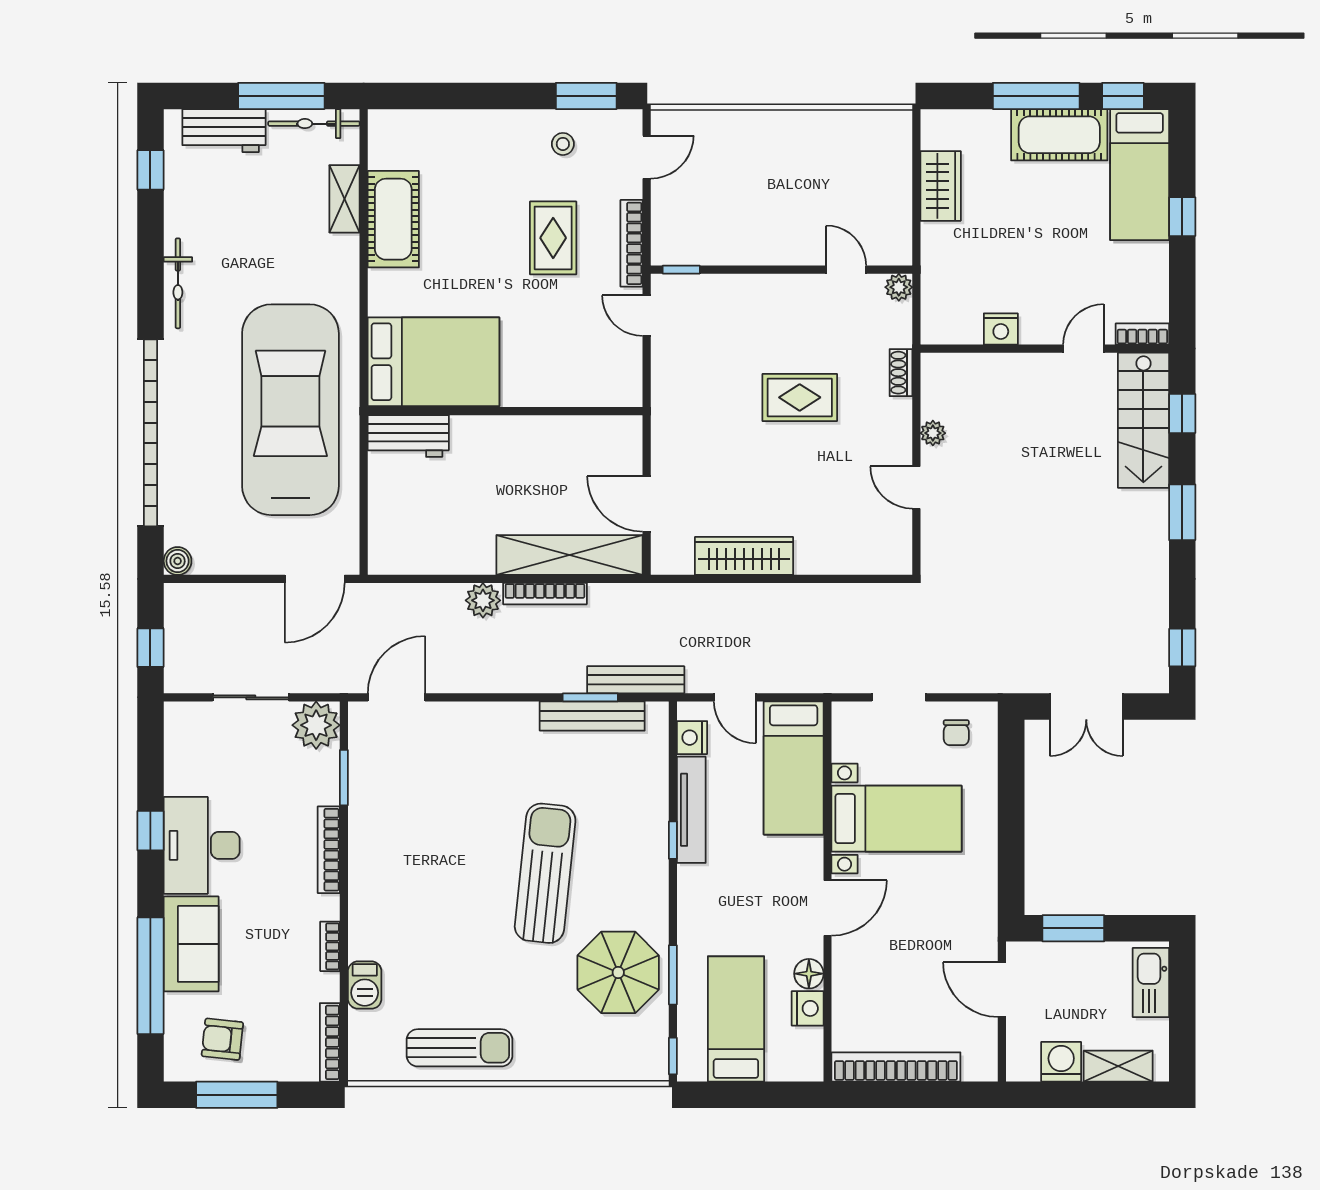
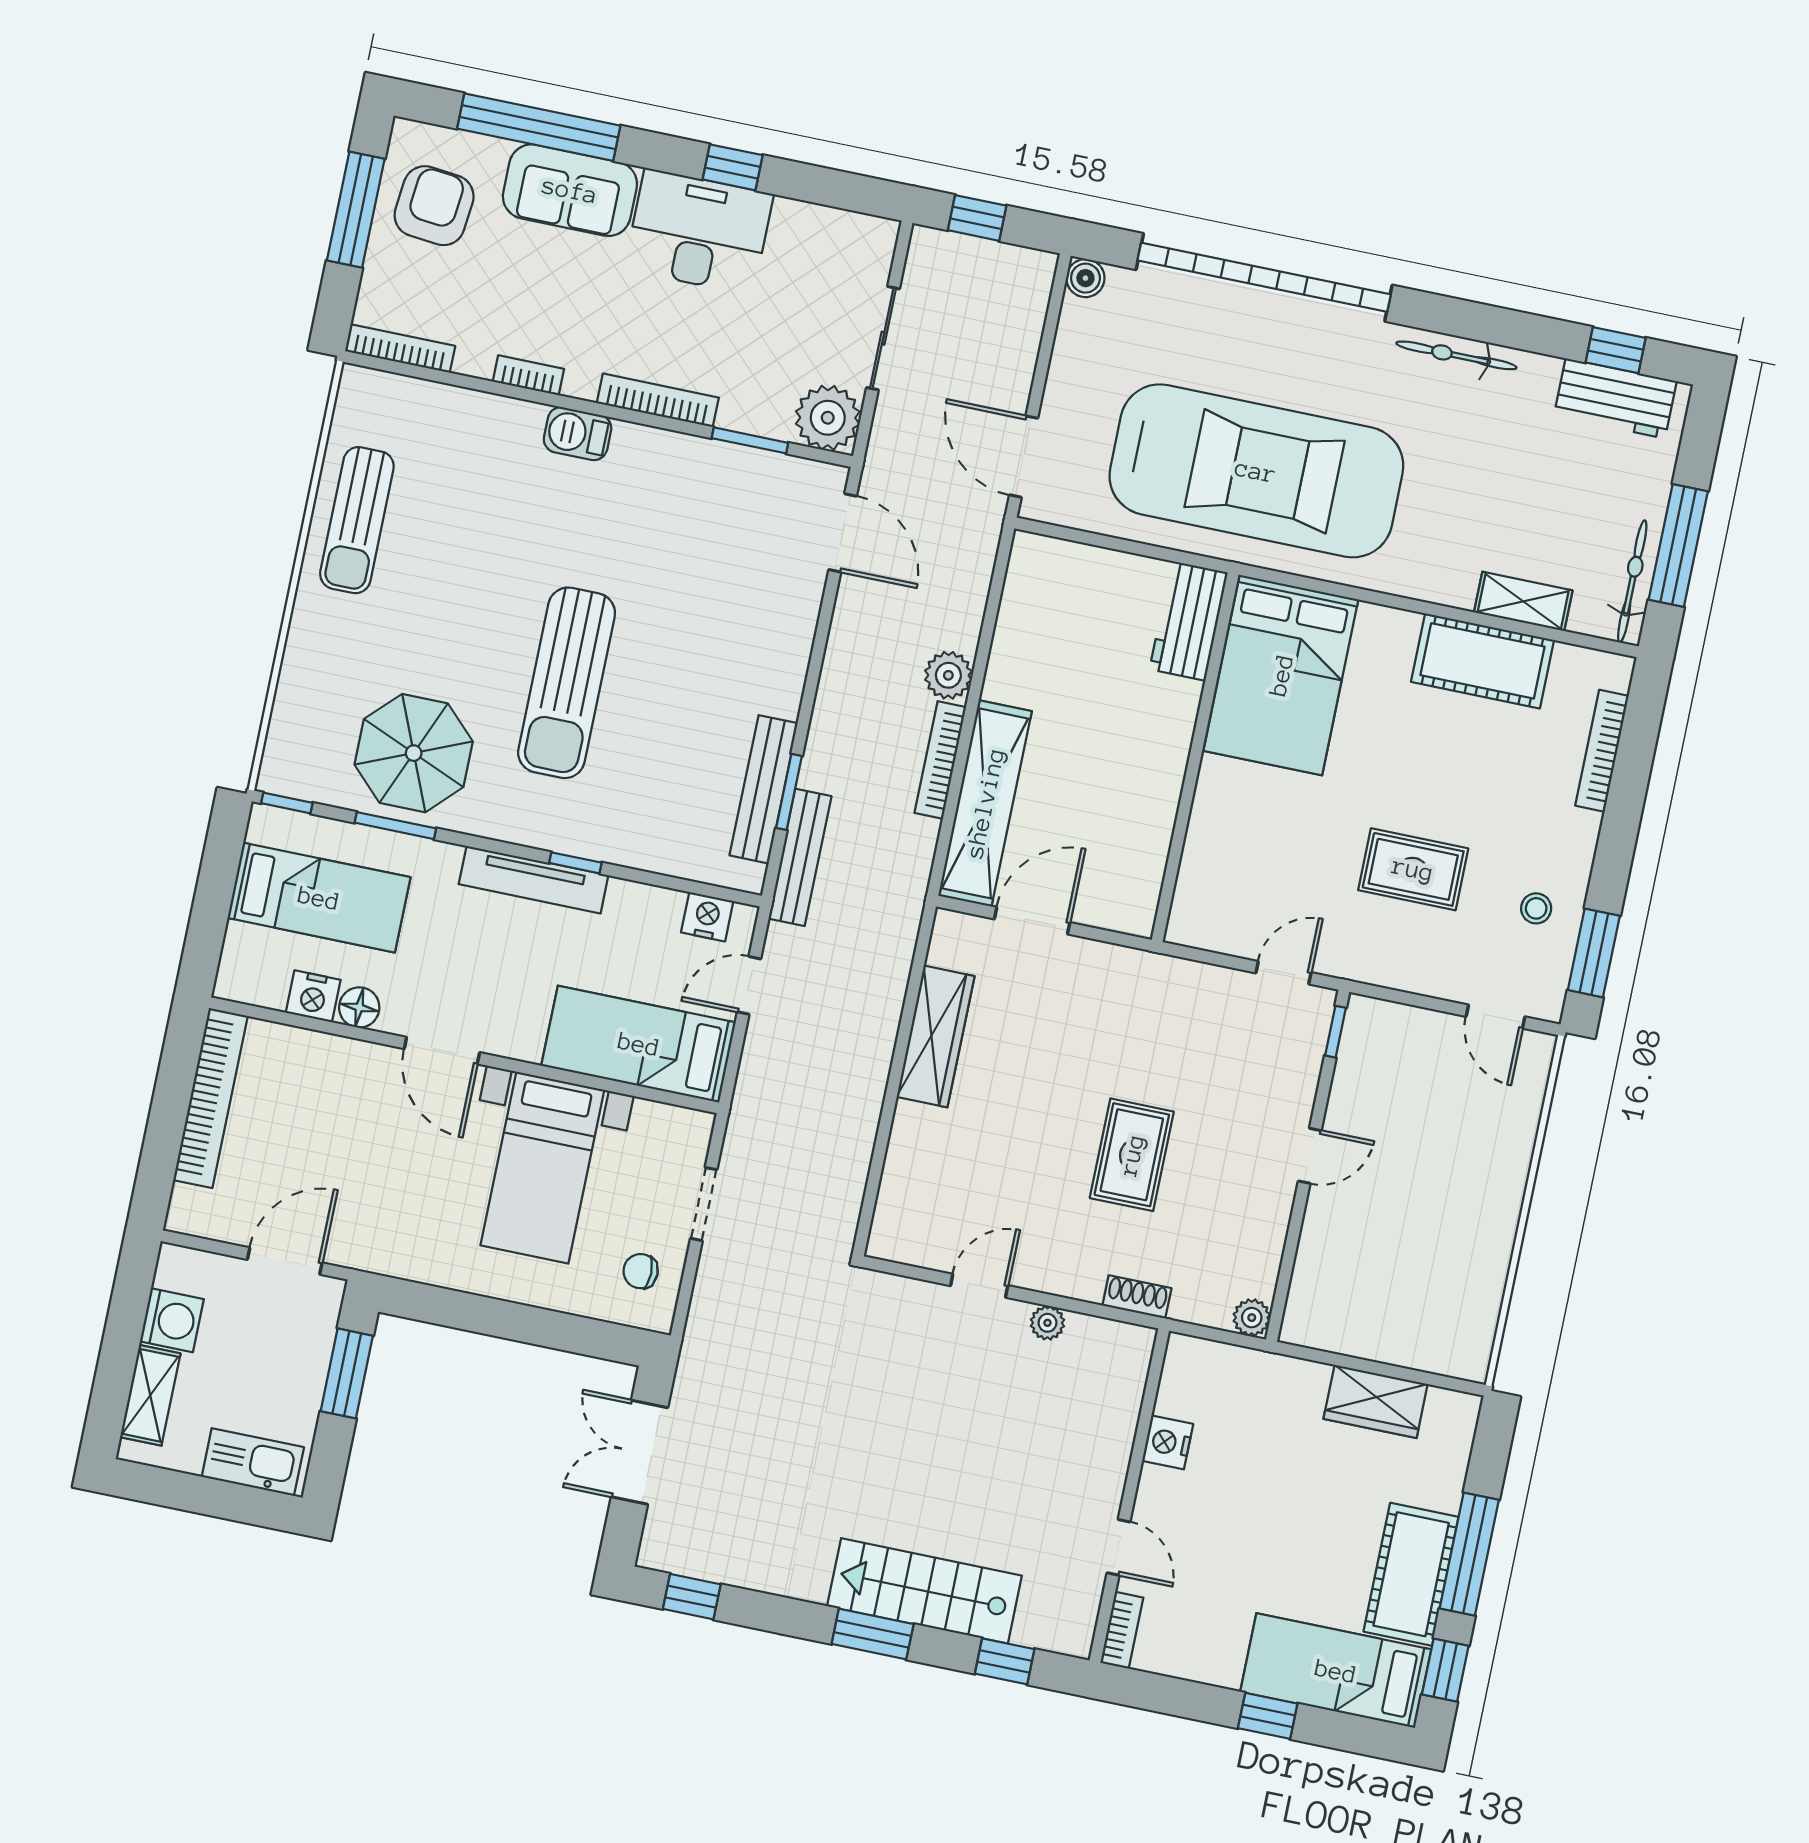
workbench: (224, 131) -> (1615, 398), moved, turned -90
bookcase: (632, 243) -> (1602, 751), moved, turned -90
door: (846, 270) -> (1310, 1156), moved
stairs: (1143, 420) -> (924, 1591), moved
tv unit: (691, 810) -> (534, 880), moved
sun lounger: (545, 873) -> (567, 683), turned 84
barbecue: (365, 985) -> (578, 434), moved
armchair: (222, 1039) -> (434, 206), width x1.38, depth x1.38

